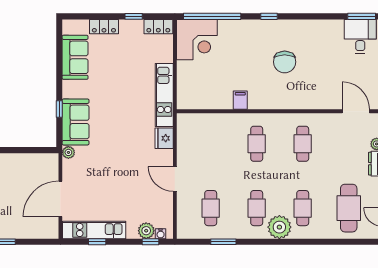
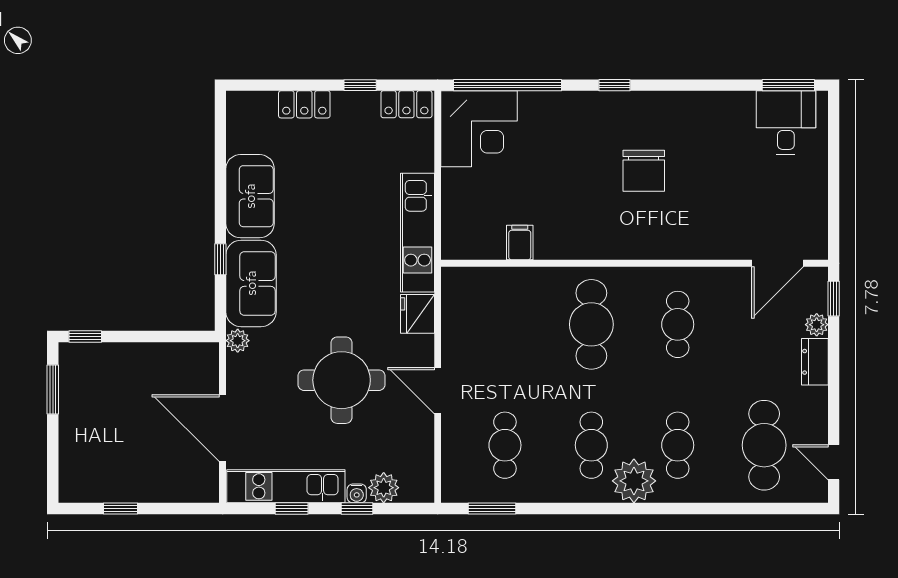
sofa: (75, 57) -> (250, 196), moved
filing cabinet: (240, 100) -> (520, 243), moved
door: (356, 111) -> (777, 263), swing flipped
cafe table: (257, 144) -> (591, 324), width x1.37, depth x1.35
round table: (124, 173) -> (342, 380), added
door: (60, 199) -> (223, 428), hinge flipped
water cooler: (161, 234) -> (357, 493), moved
window: (151, 242) -> (357, 509), moved
window: (223, 242) -> (492, 509), moved

